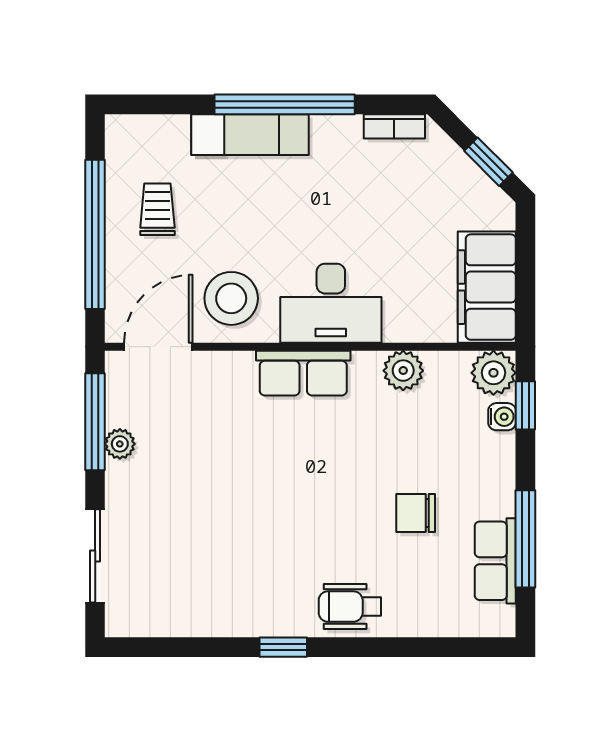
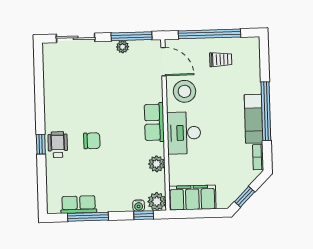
exam couch: (250, 135) -> (254, 119), moved
chair: (416, 513) -> (92, 141), moved, turned 90
window: (283, 647) -> (41, 144), moved

